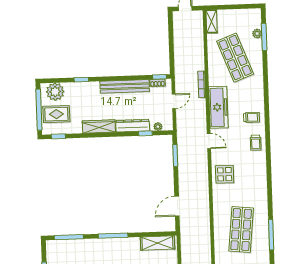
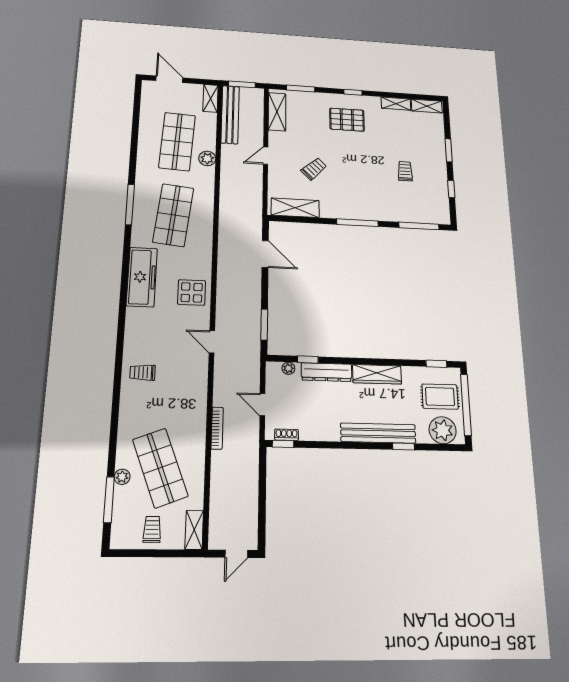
plant: (257, 34) -> (122, 477), moved
bench: (125, 86) -> (378, 433), moved
door: (174, 101) -> (262, 405), hinge flipped
freezer: (218, 107) -> (142, 277), moved, turned 180
trolley: (256, 143) -> (152, 529), moved
door: (177, 206) -> (265, 254), hinge flipped

